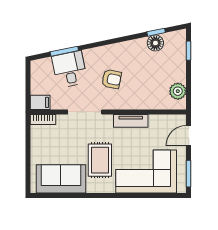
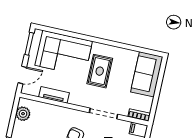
tv unit: (131, 121) -> (54, 95), moved
sofa: (61, 179) -> (147, 74), moved, turned 90

